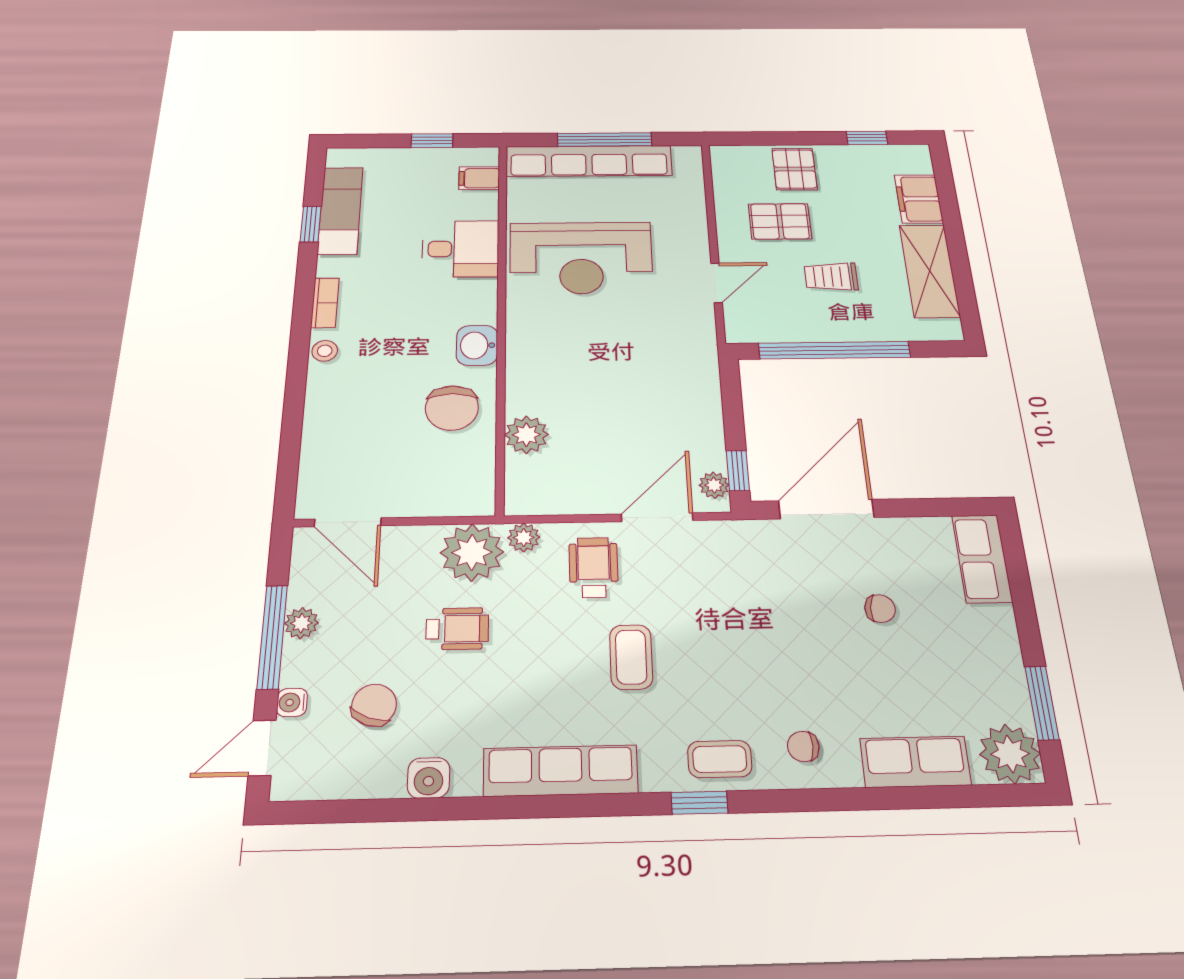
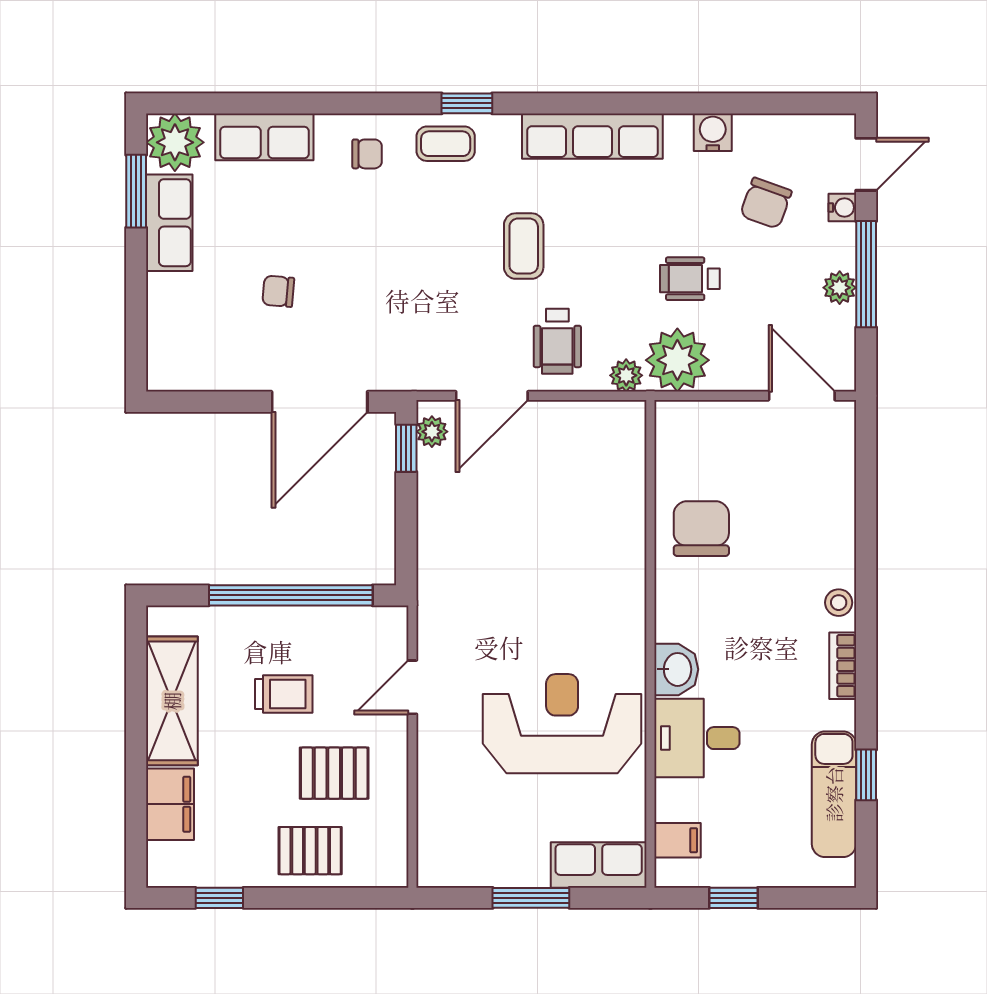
window: (605, 139) -> (531, 898), width x0.69
row of seats: (589, 161) -> (599, 865), width x0.50
pallet: (794, 169) -> (310, 851), turned 90
washbasin: (477, 345) -> (676, 669), moved
plant: (526, 435) -> (623, 495), removed
row of seats: (982, 559) -> (169, 223), moved

